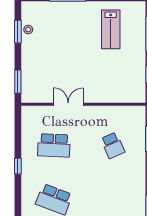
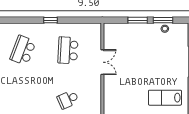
window: (18, 82) -> (138, 20), moved

